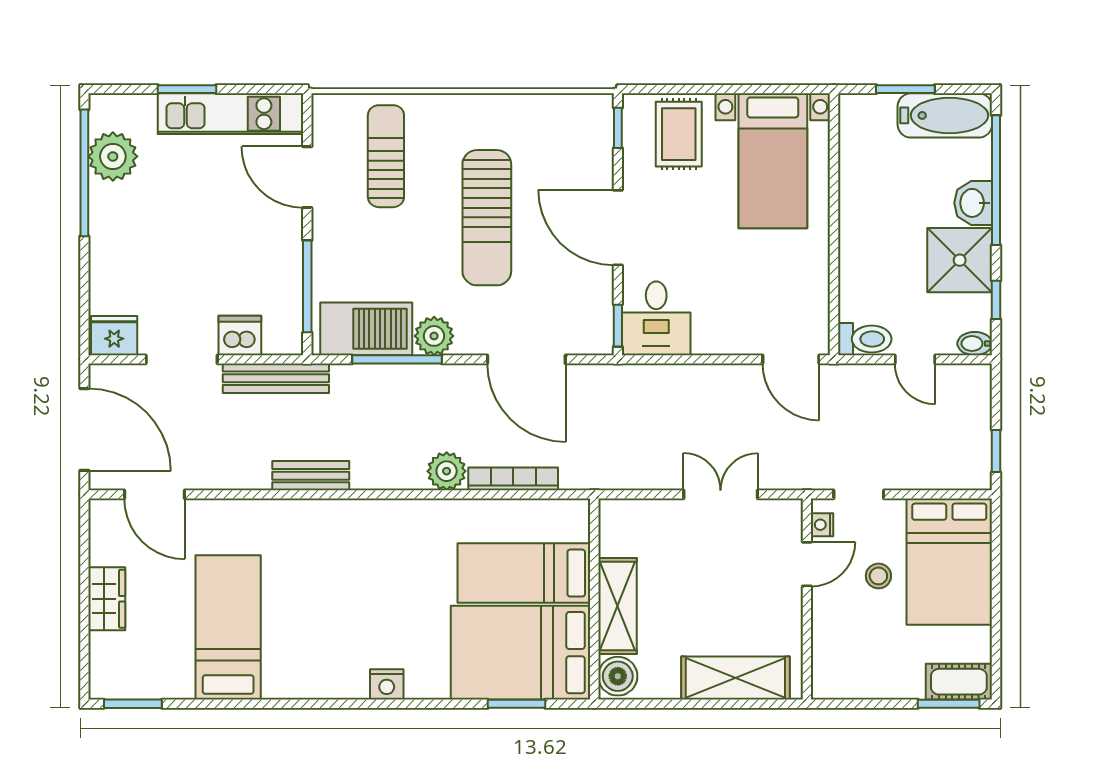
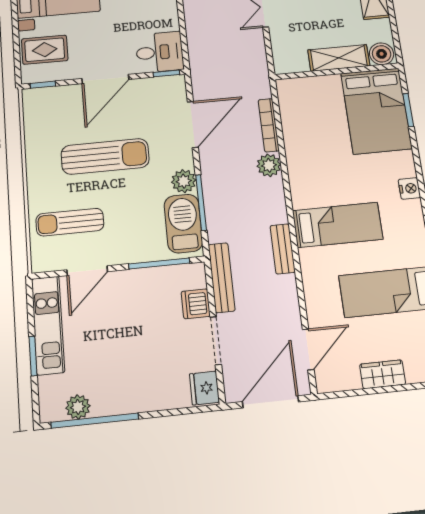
plant: (113, 156) -> (78, 407), width x0.73, depth x0.73
bed: (524, 573) -> (338, 225), moved, turned -90

